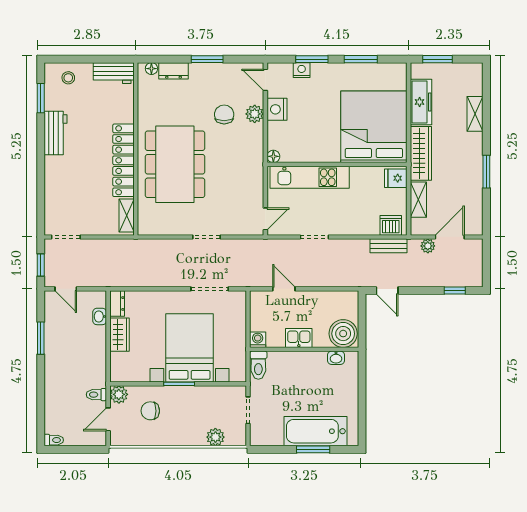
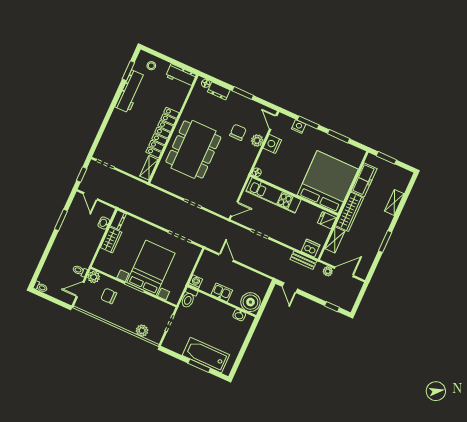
workbench: (55, 133) -> (130, 91), width x1.38

